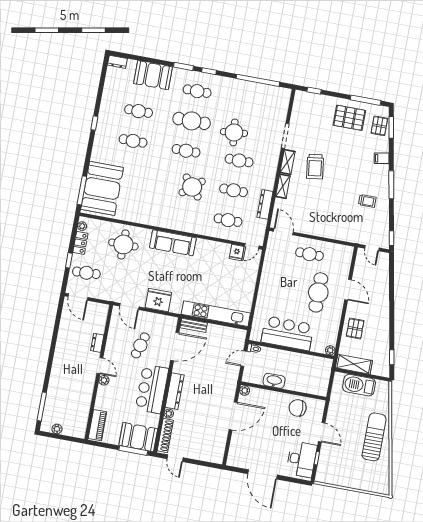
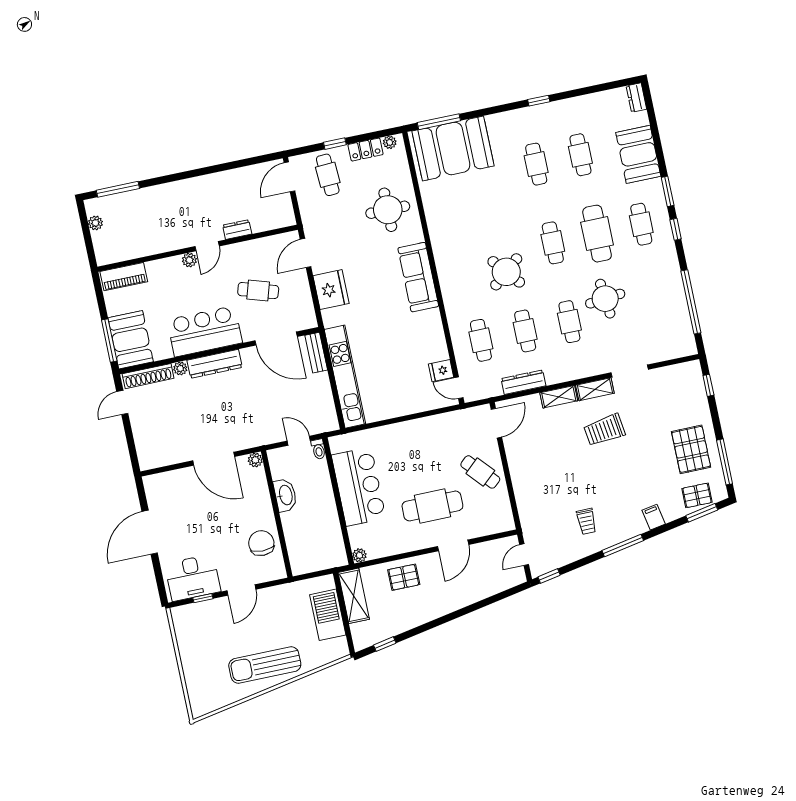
cafe table: (309, 254) -> (480, 472), turned -42
sun lounger: (374, 437) -> (265, 665), turned 180

